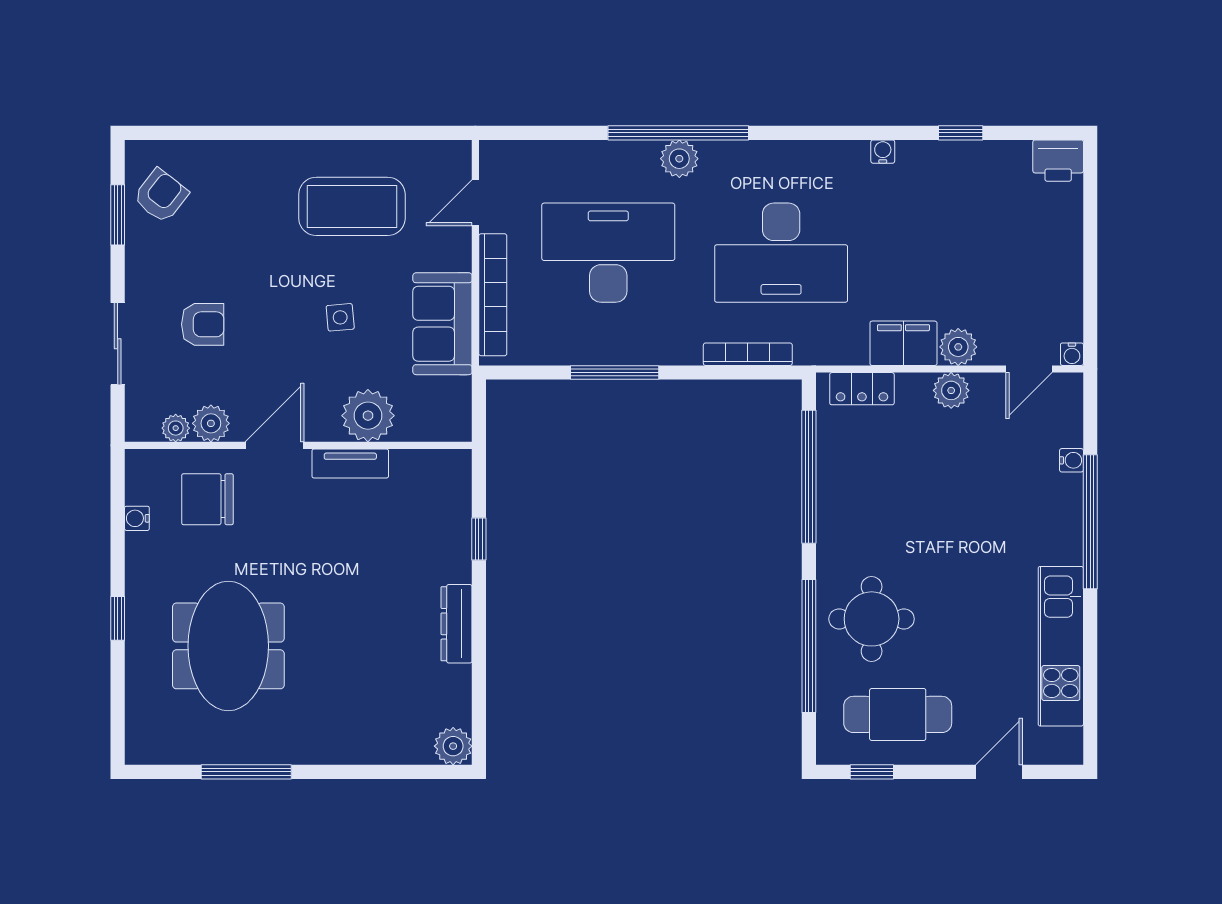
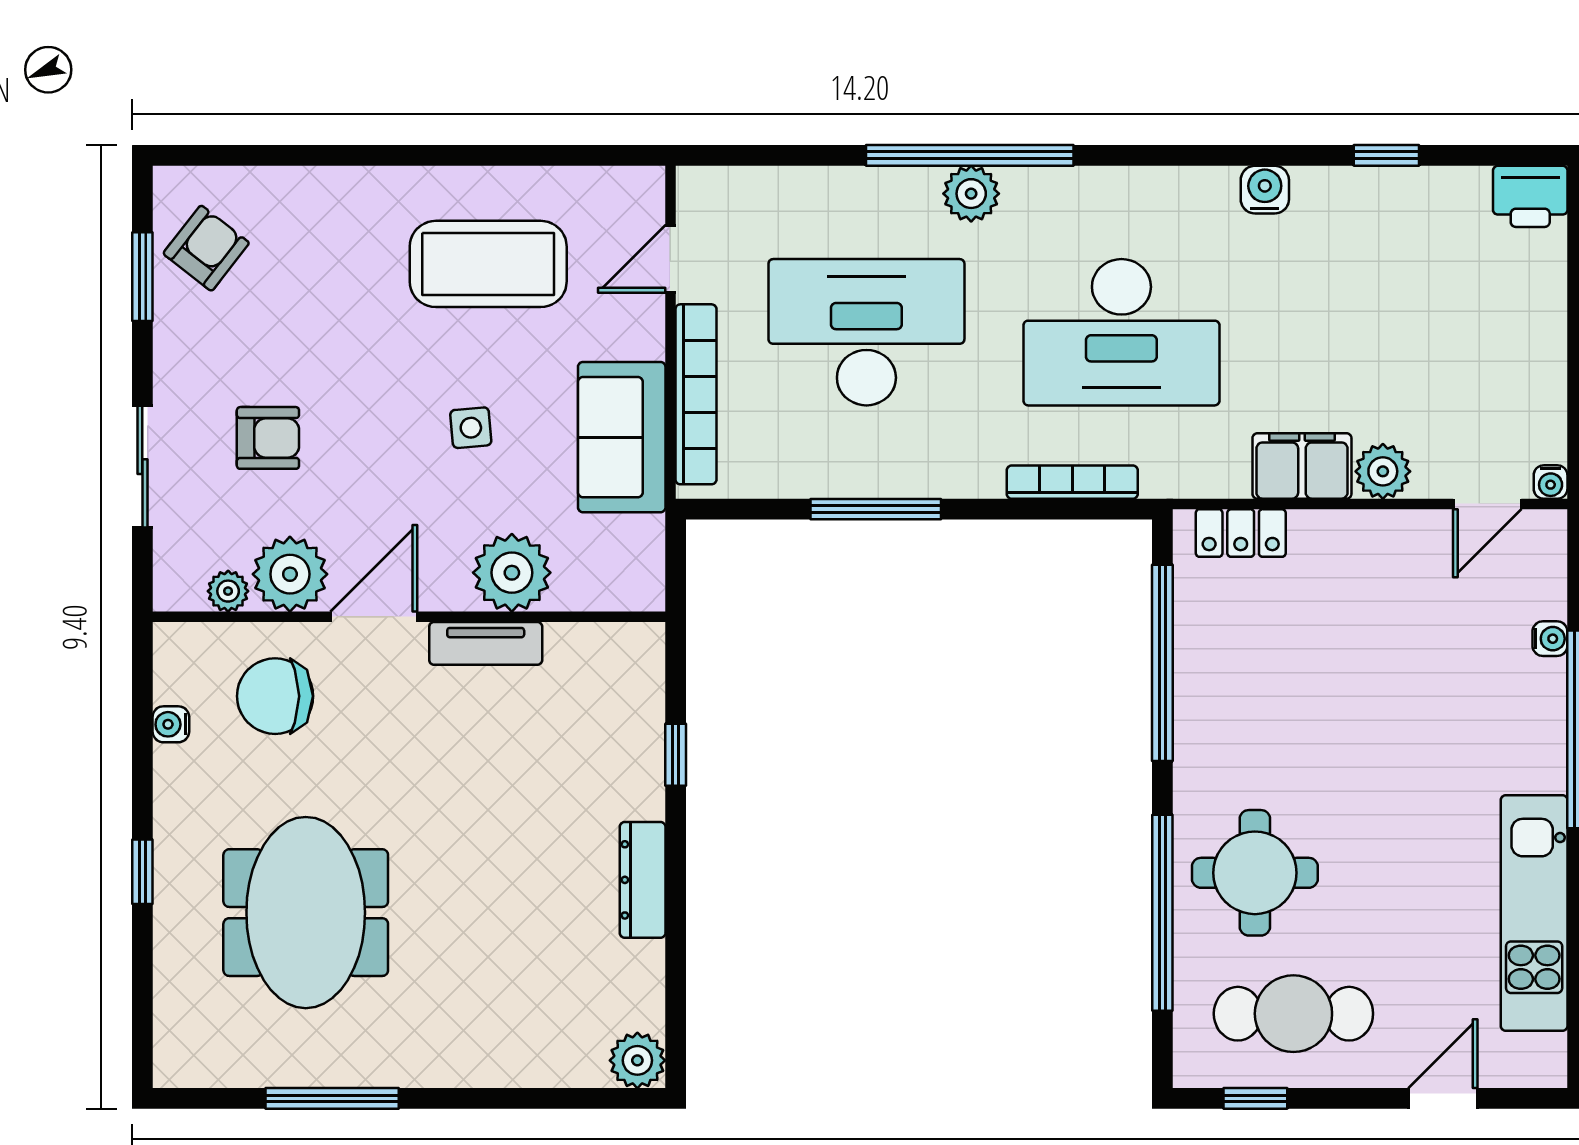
water cooler: (883, 152) -> (1265, 190), width x1.38, depth x1.38
plant: (951, 390) -> (1372, 536), removed
plant: (211, 423) -> (290, 574), width x1.36, depth x1.36

